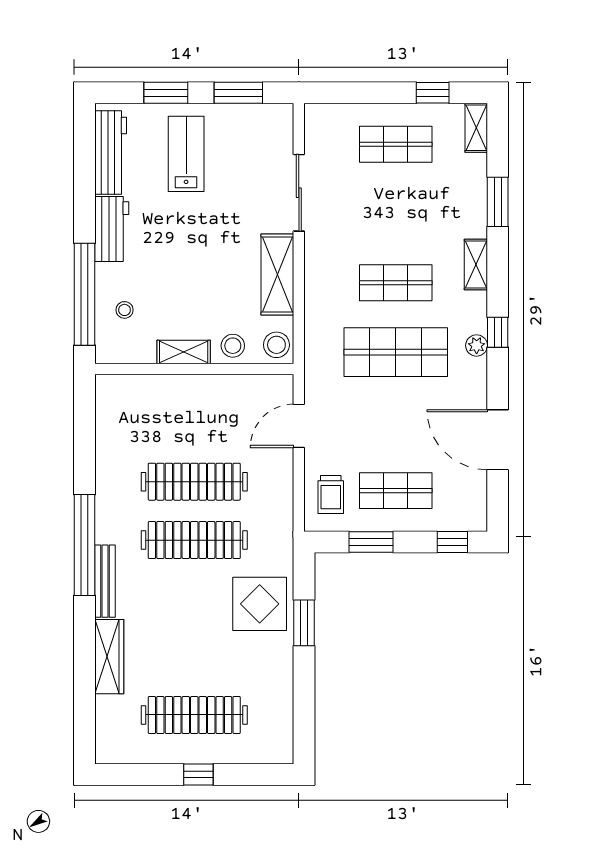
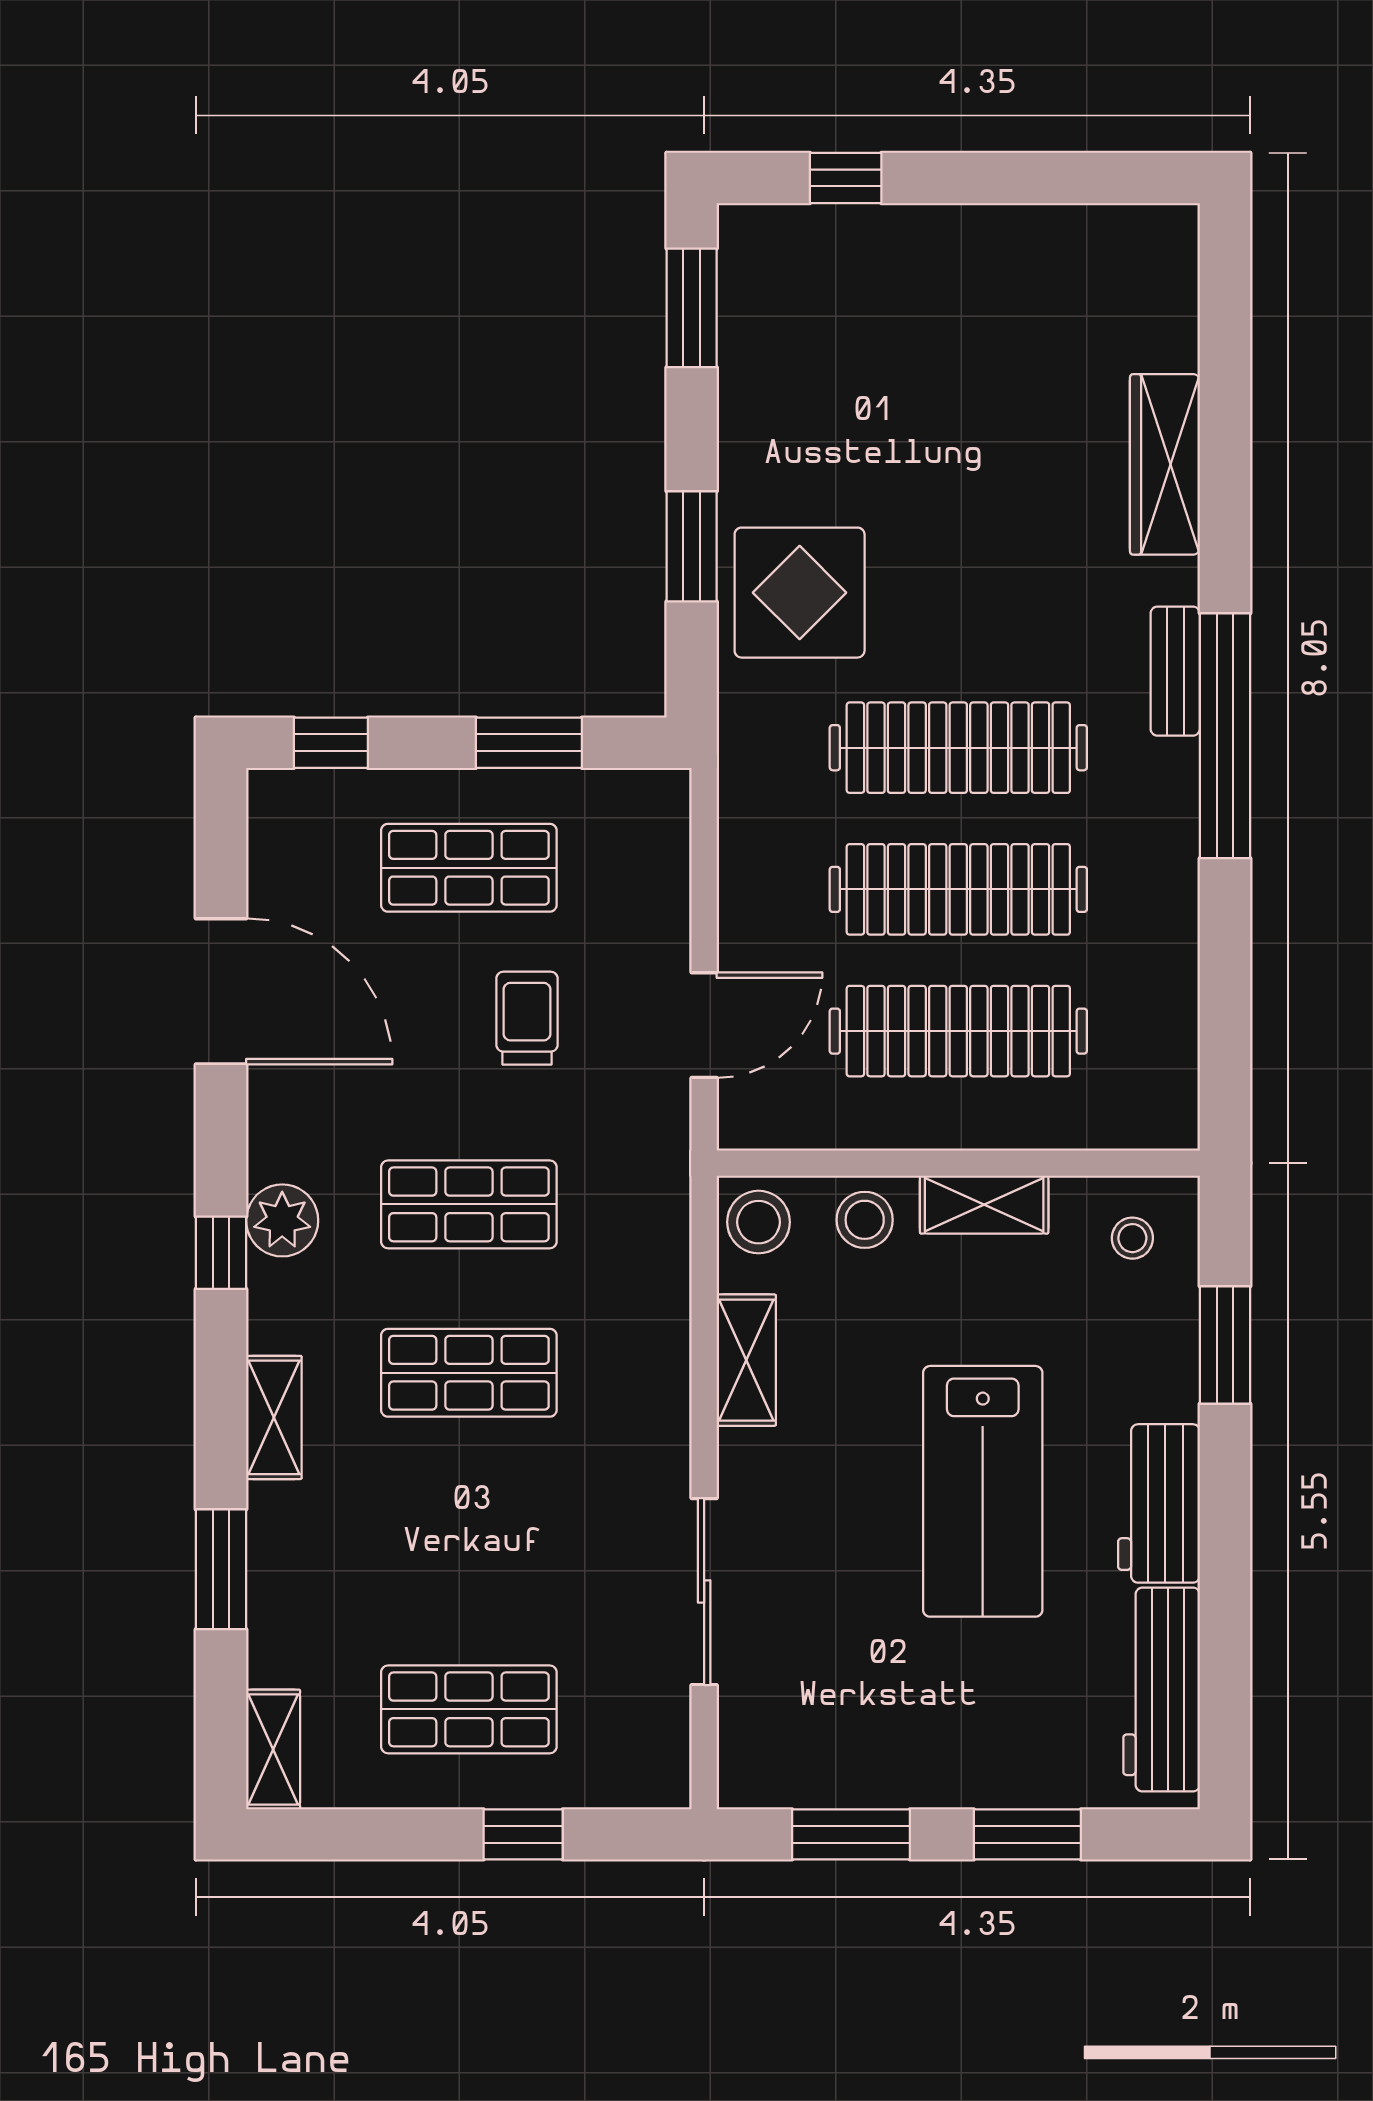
window: (433, 93) -> (523, 1834), moved
lab bench: (186, 154) -> (983, 1491), moved, width x1.36, depth x1.39
shelving: (277, 274) -> (746, 1360), width x0.67, depth x0.75
window: (85, 294) -> (1225, 1345), width x0.47
stool: (125, 310) -> (1132, 1238), moved
plant: (477, 345) -> (282, 1220), width x1.38, depth x1.38
shop shelf: (396, 352) -> (469, 1204), width x0.70, depth x0.74
trolley: (331, 494) -> (527, 1018), moved
bench: (105, 581) -> (1175, 671), width x0.73
clothes rail: (194, 715) -> (958, 1031), moved
window: (304, 721) -> (692, 308), added
window: (198, 774) -> (846, 178), moved

